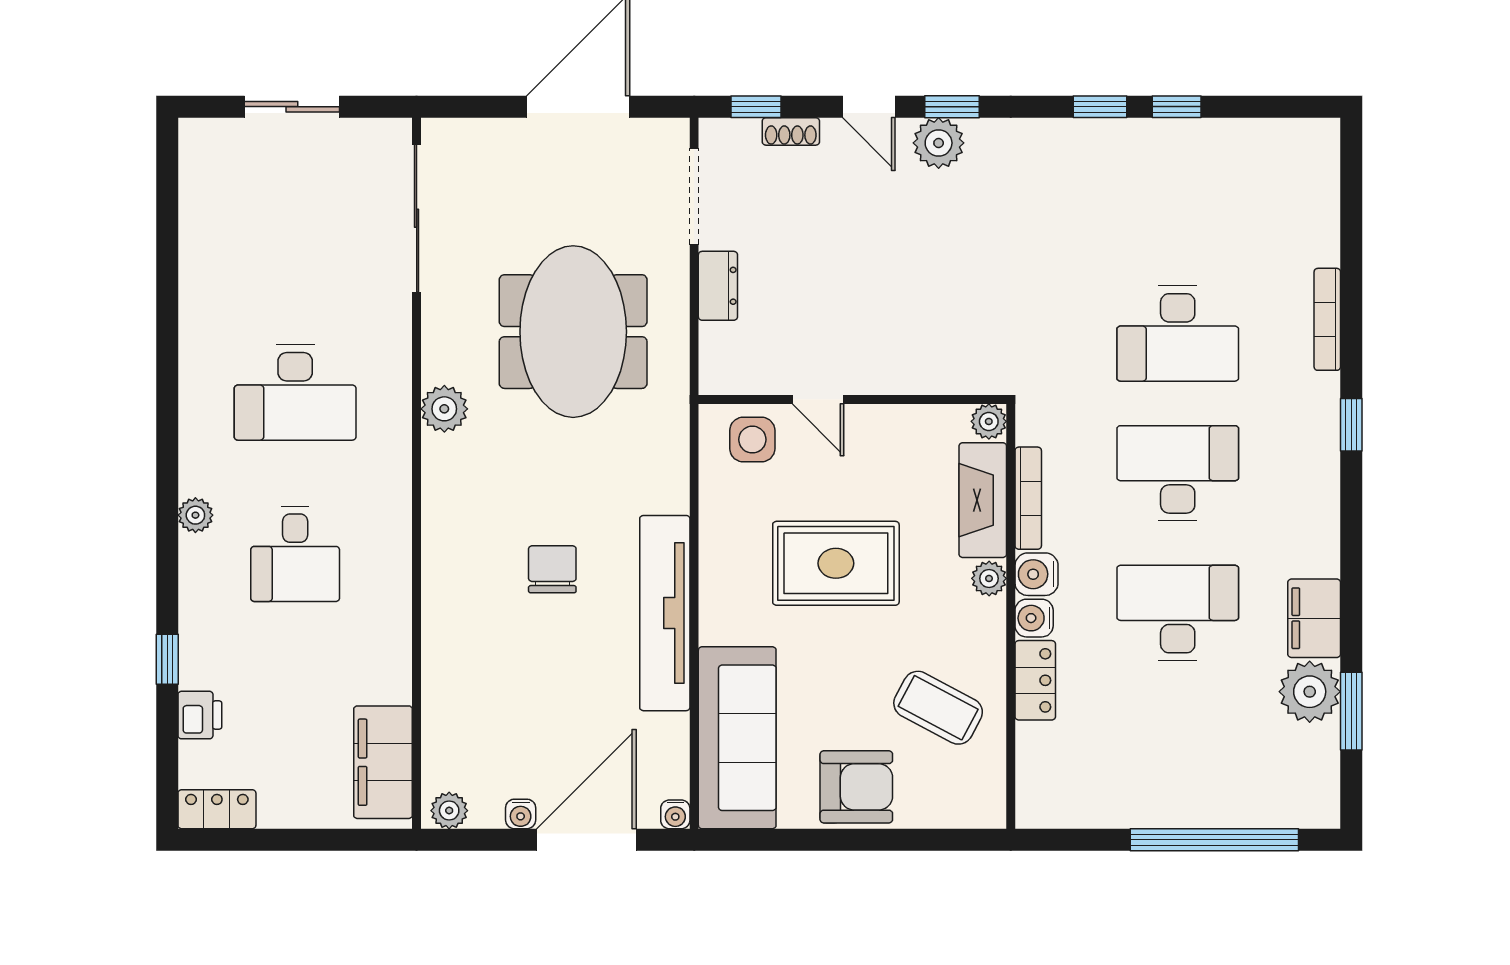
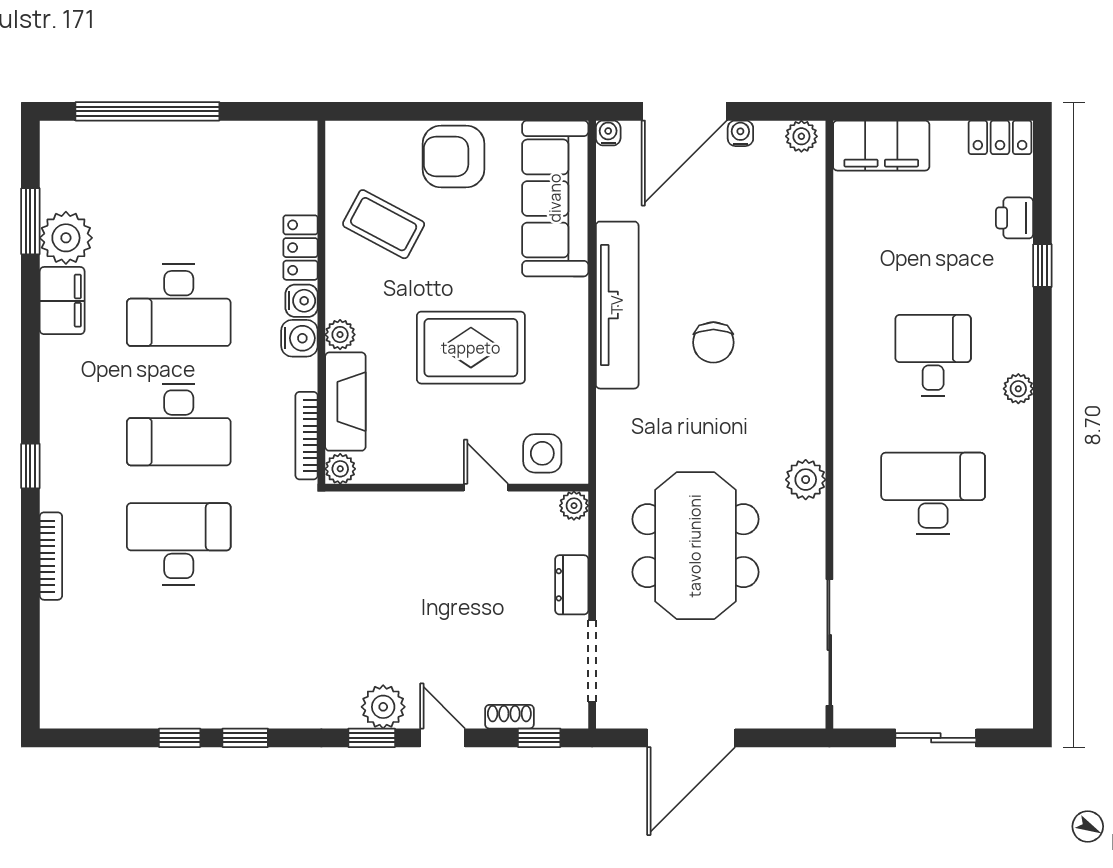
plant: (715, 378) -> (574, 506), added
bookcase: (1028, 498) -> (307, 436), moved
filing cabinet: (383, 762) -> (881, 146), moved, turned 90

